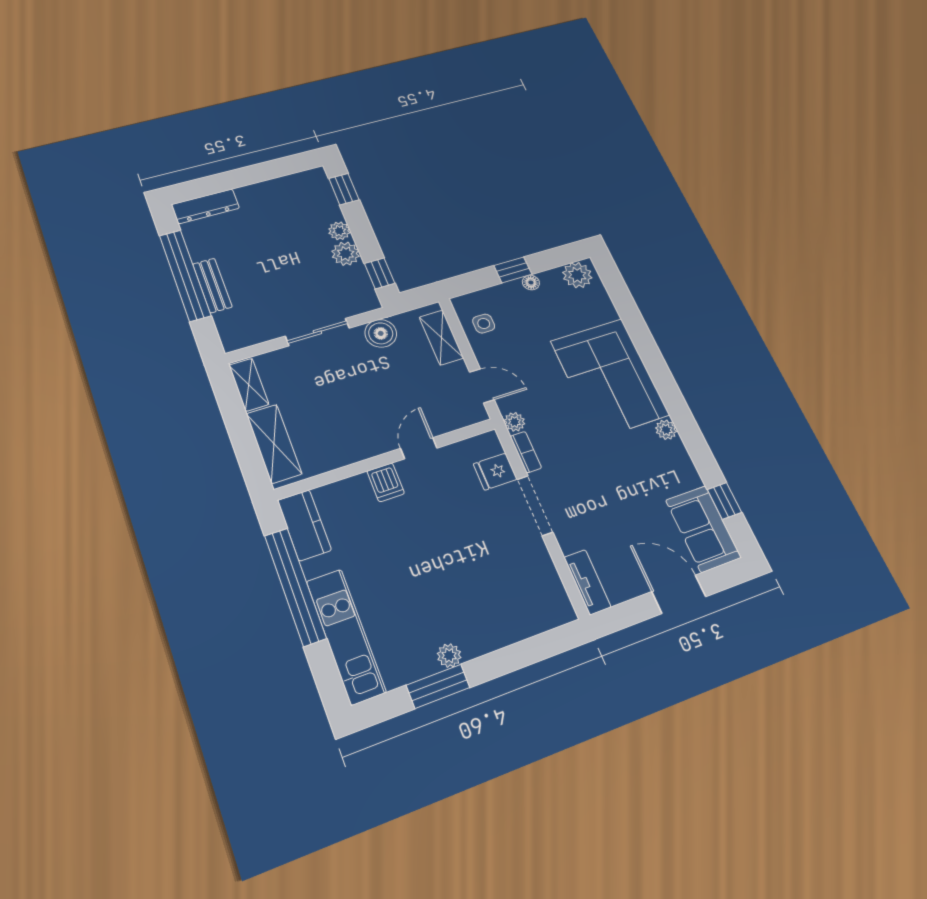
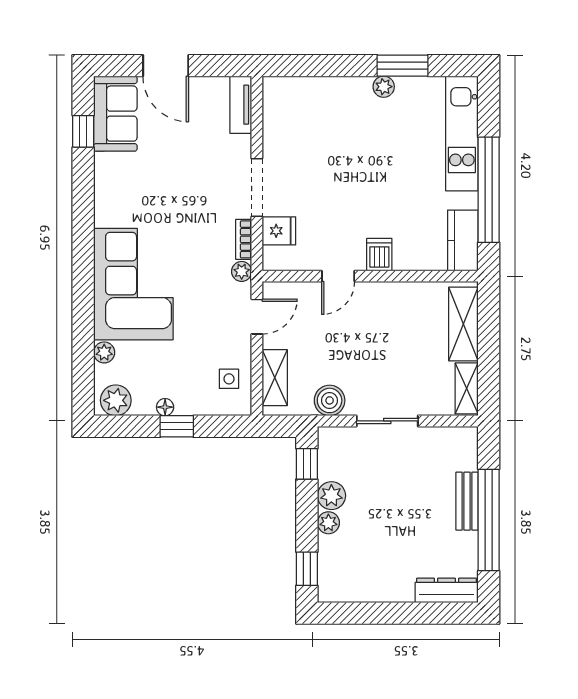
door: (482, 386) -> (257, 317), swing flipped
plant: (666, 430) -> (104, 352), moved

